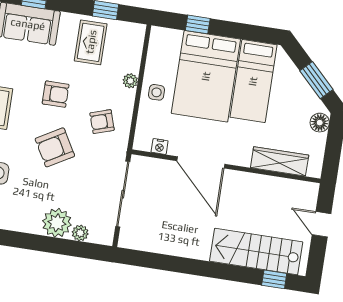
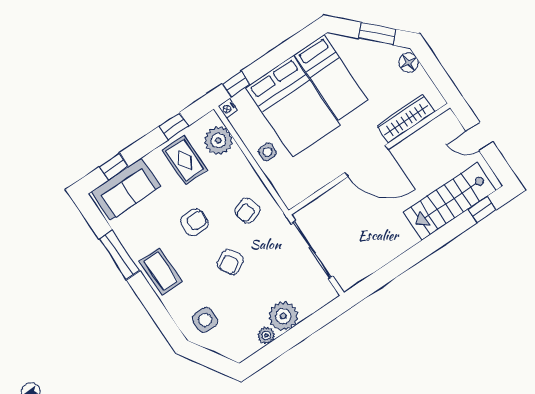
window: (198, 24) -> (236, 84), moved
plant: (130, 81) -> (218, 140), moved, width x1.88, depth x1.88
armchair: (55, 147) -> (230, 262), width x0.72, depth x0.72
nightstand: (160, 147) -> (228, 108), moved, turned 90
door: (201, 162) -> (367, 161), moved
plant: (80, 233) -> (266, 335), moved

